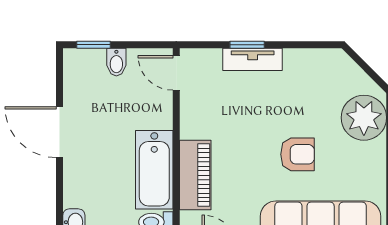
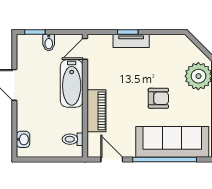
door: (176, 73) -> (85, 49), hinge flipped
bathtub: (154, 170) -> (72, 83), moved

